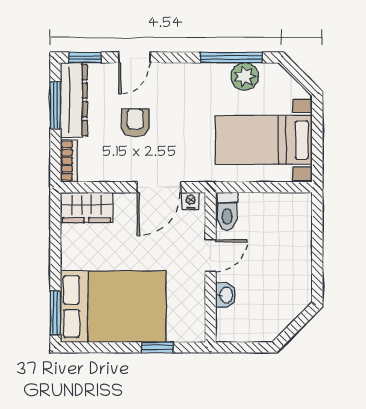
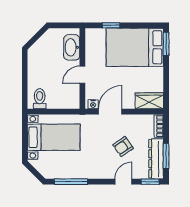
plant: (245, 76) -> (64, 171), removed
armchair: (135, 123) -> (123, 147), turned 56
toilet: (227, 211) -> (40, 99), moved
washbasin: (226, 295) -> (72, 47), width x1.91, depth x1.45

